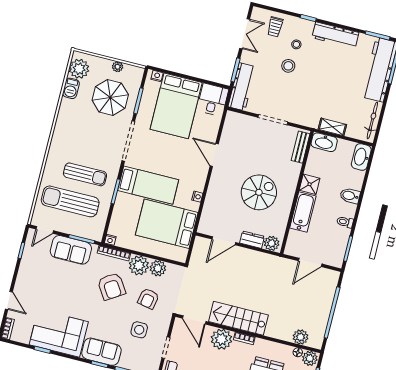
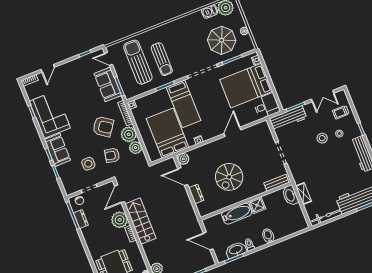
washbasin: (361, 157) -> (236, 250), moved
spiral stairs: (259, 192) -> (229, 177), turned 90
plant: (272, 243) -> (183, 159), moved
armchair: (111, 286) -> (103, 127), turned -112

